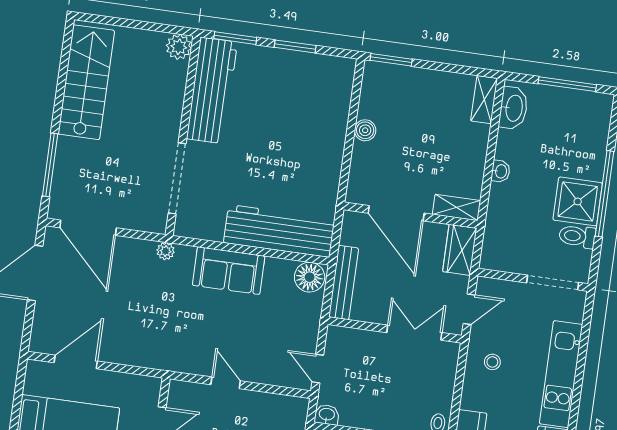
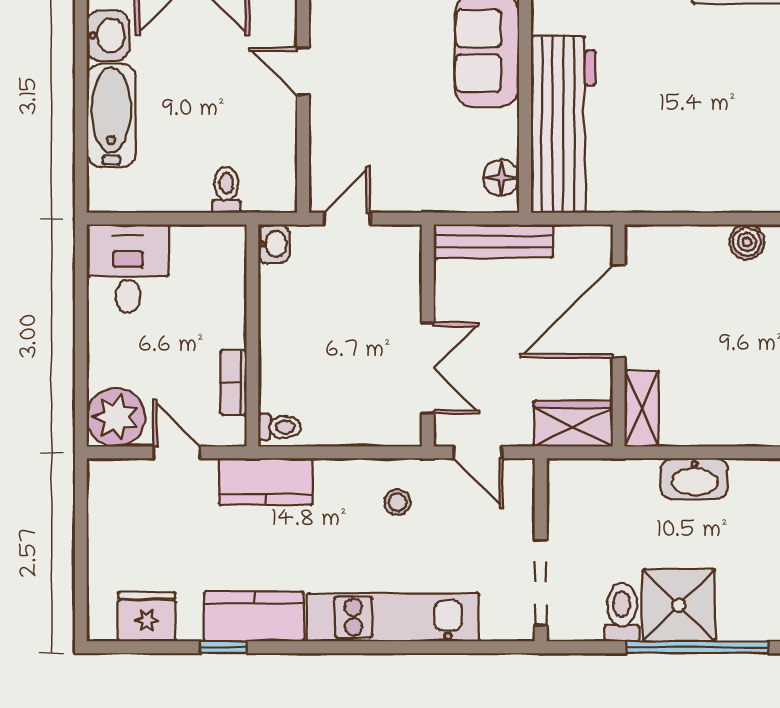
washbasin: (501, 171) -> (694, 479), width x1.91, depth x1.45
floor lamp: (310, 277) -> (501, 178), width x0.73, depth x0.73
door: (226, 383) -> (303, 71), swing flipped

